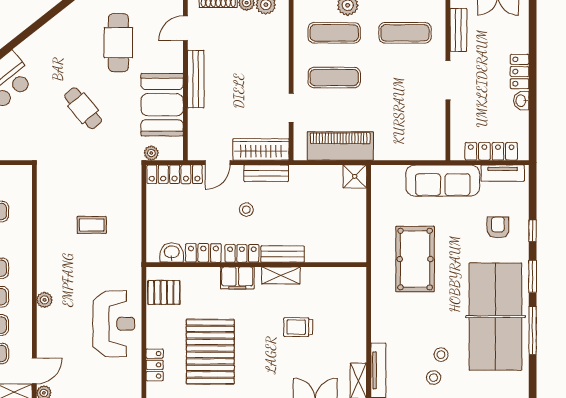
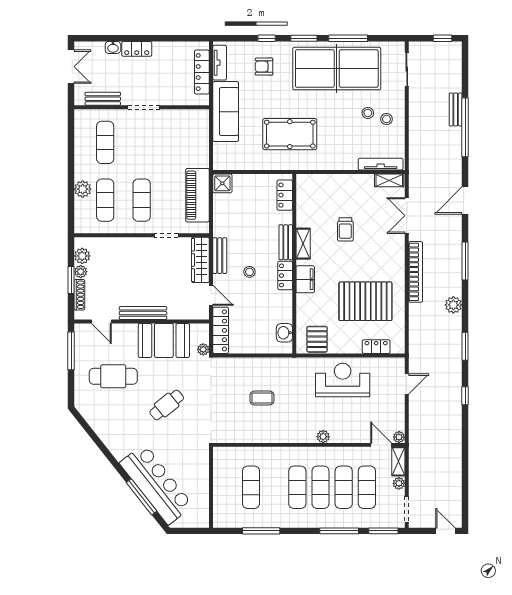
washbasin: (521, 101) -> (113, 47), moved
coffee table: (92, 225) -> (262, 398), turned 90
locker: (203, 253) -> (285, 195), moved

